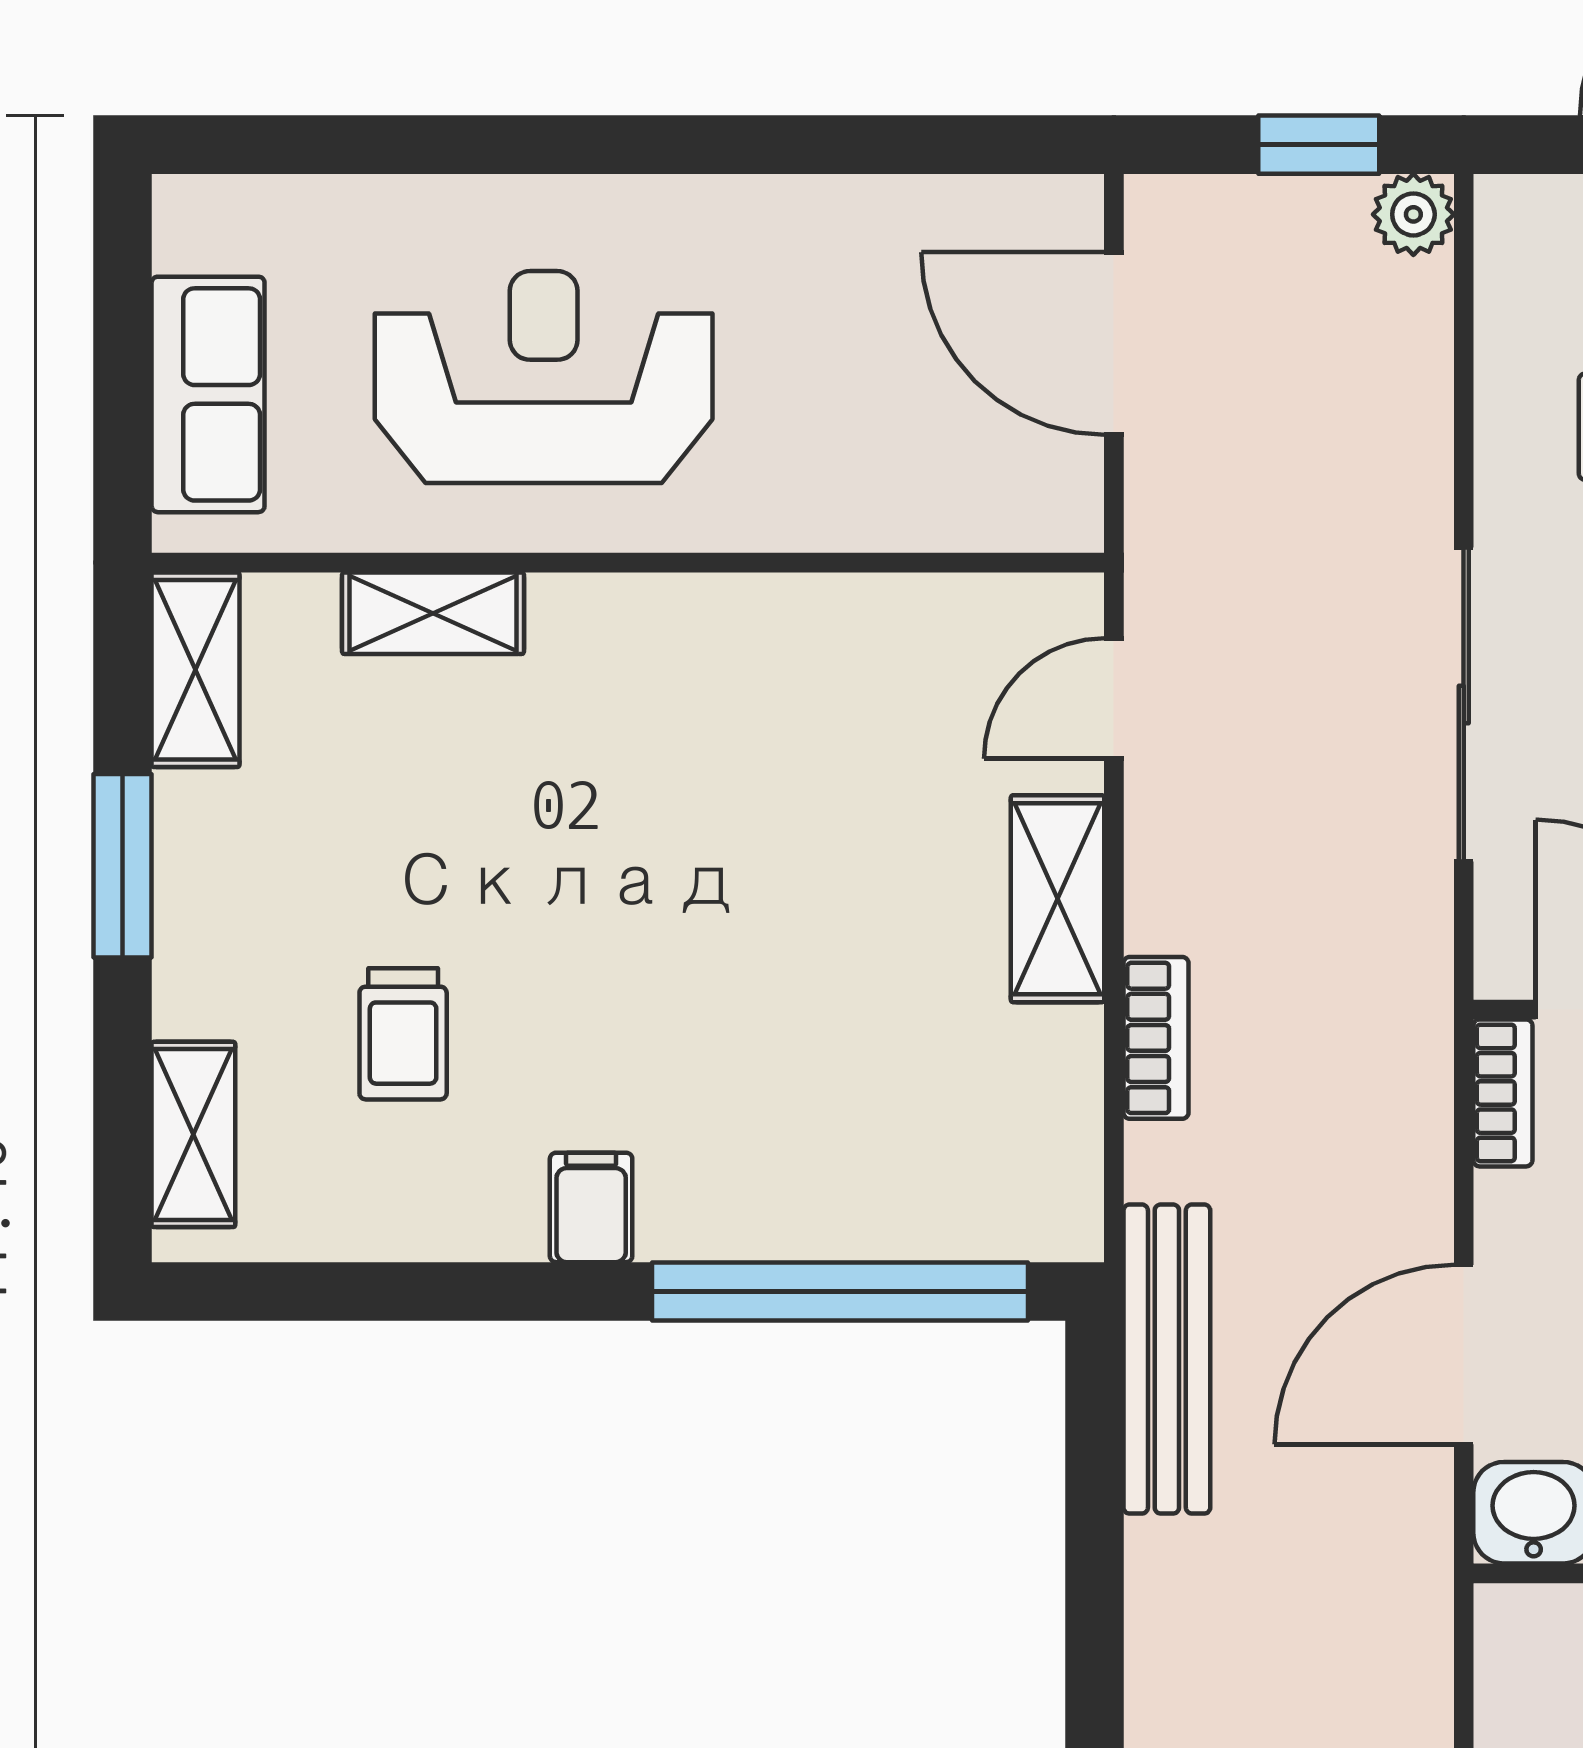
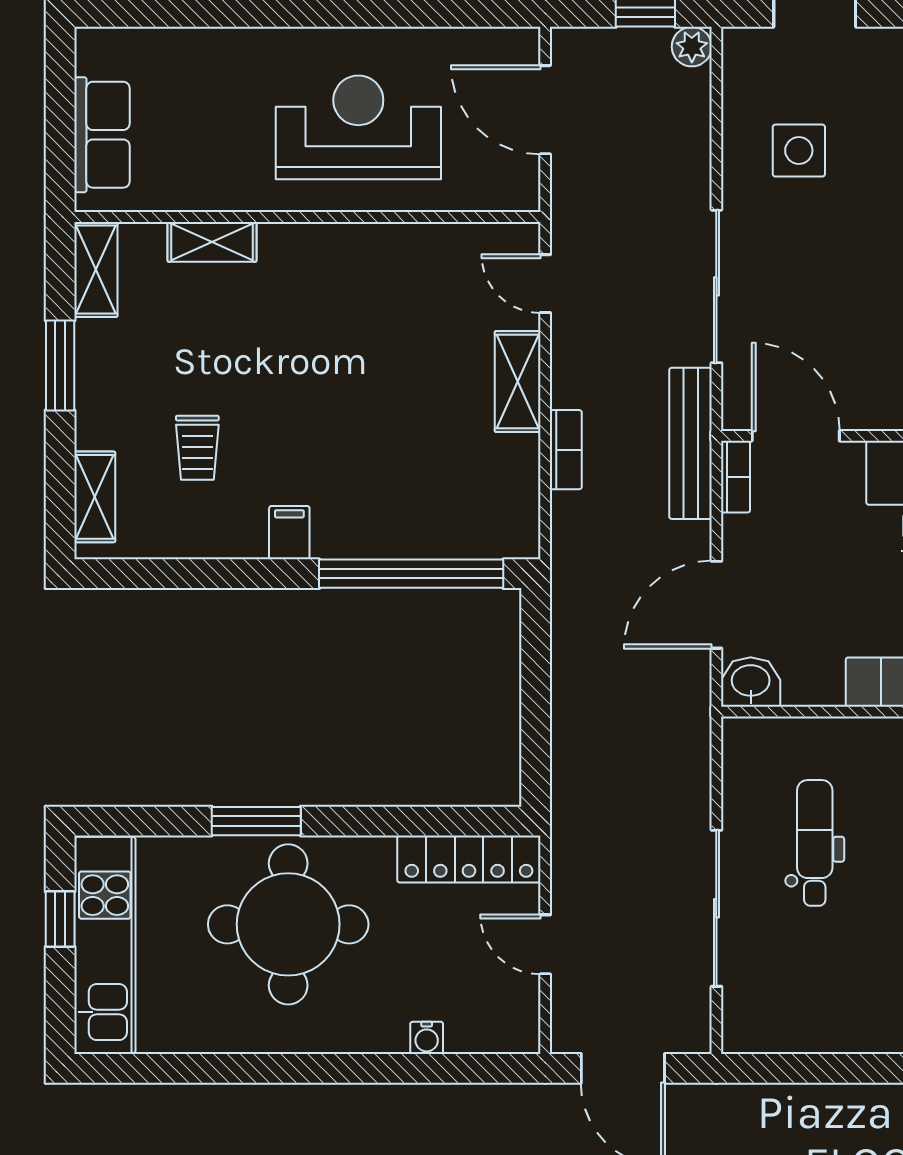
reception desk: (544, 377) -> (358, 127), moved
door: (1114, 699) -> (545, 284), hinge flipped
bench: (1167, 1359) -> (690, 443), moved

